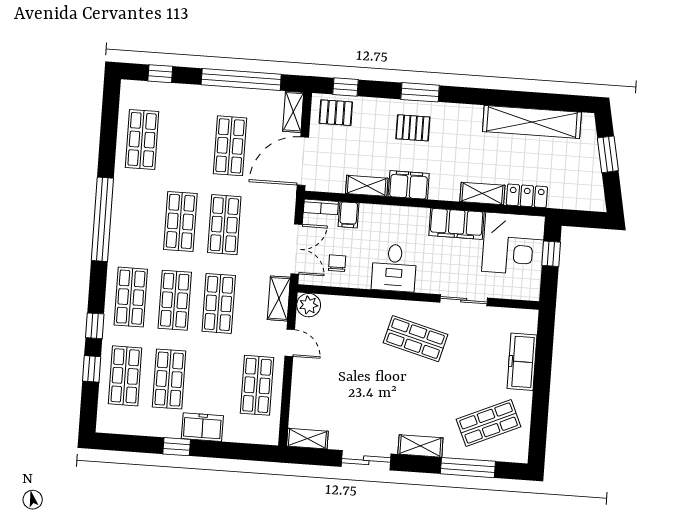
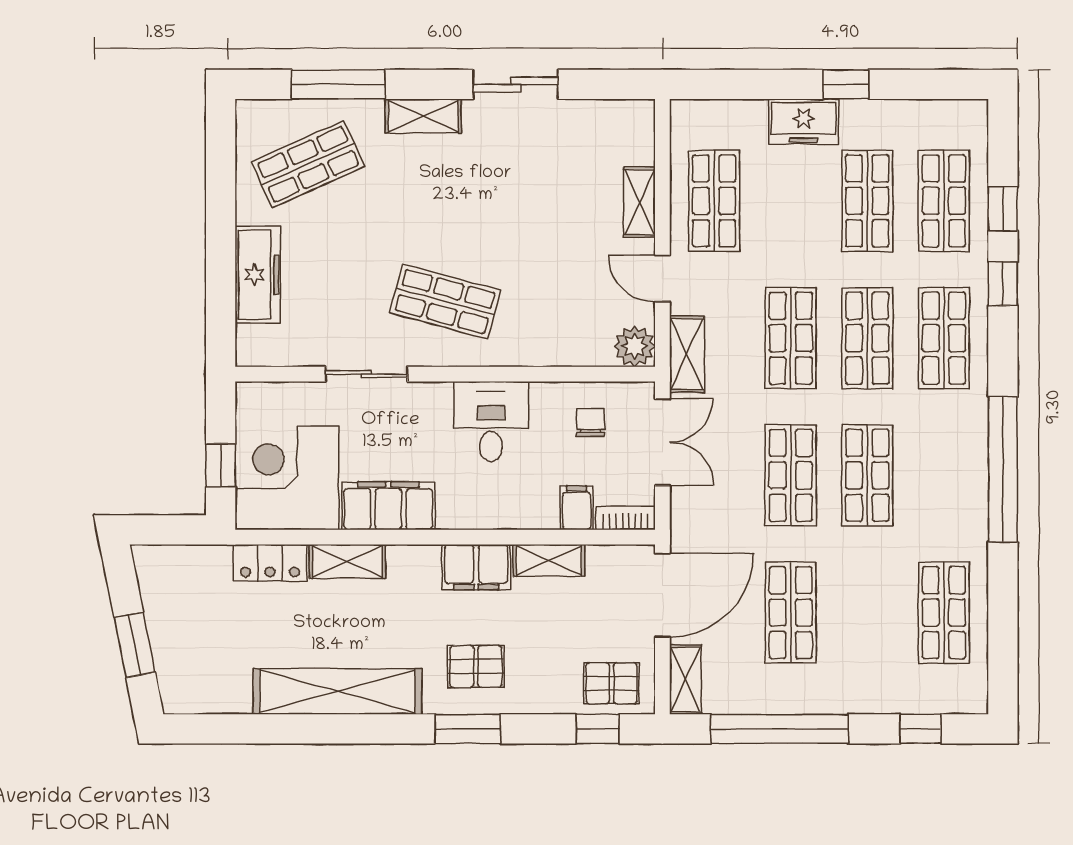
shelving: (532, 122) -> (337, 691), moved
double door: (297, 249) -> (662, 442), swing flipped
chair: (337, 263) -> (590, 423), turned 180
shelving: (307, 439) -> (639, 202), moved, turned 90

